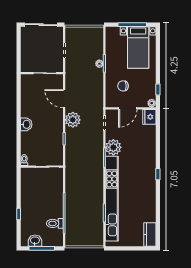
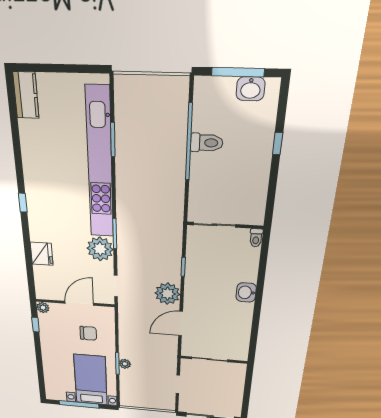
bed with nightstands: (138, 48) -> (91, 380), moved
door: (64, 99) -> (181, 324), swing flipped
fridge: (149, 117) -> (42, 254), moved
toilet: (55, 223) -> (207, 143), moved

